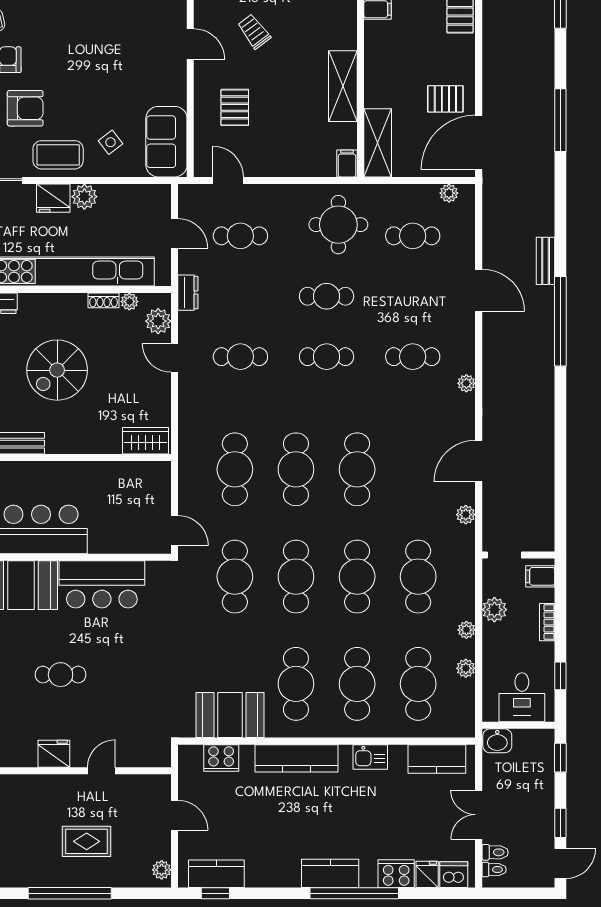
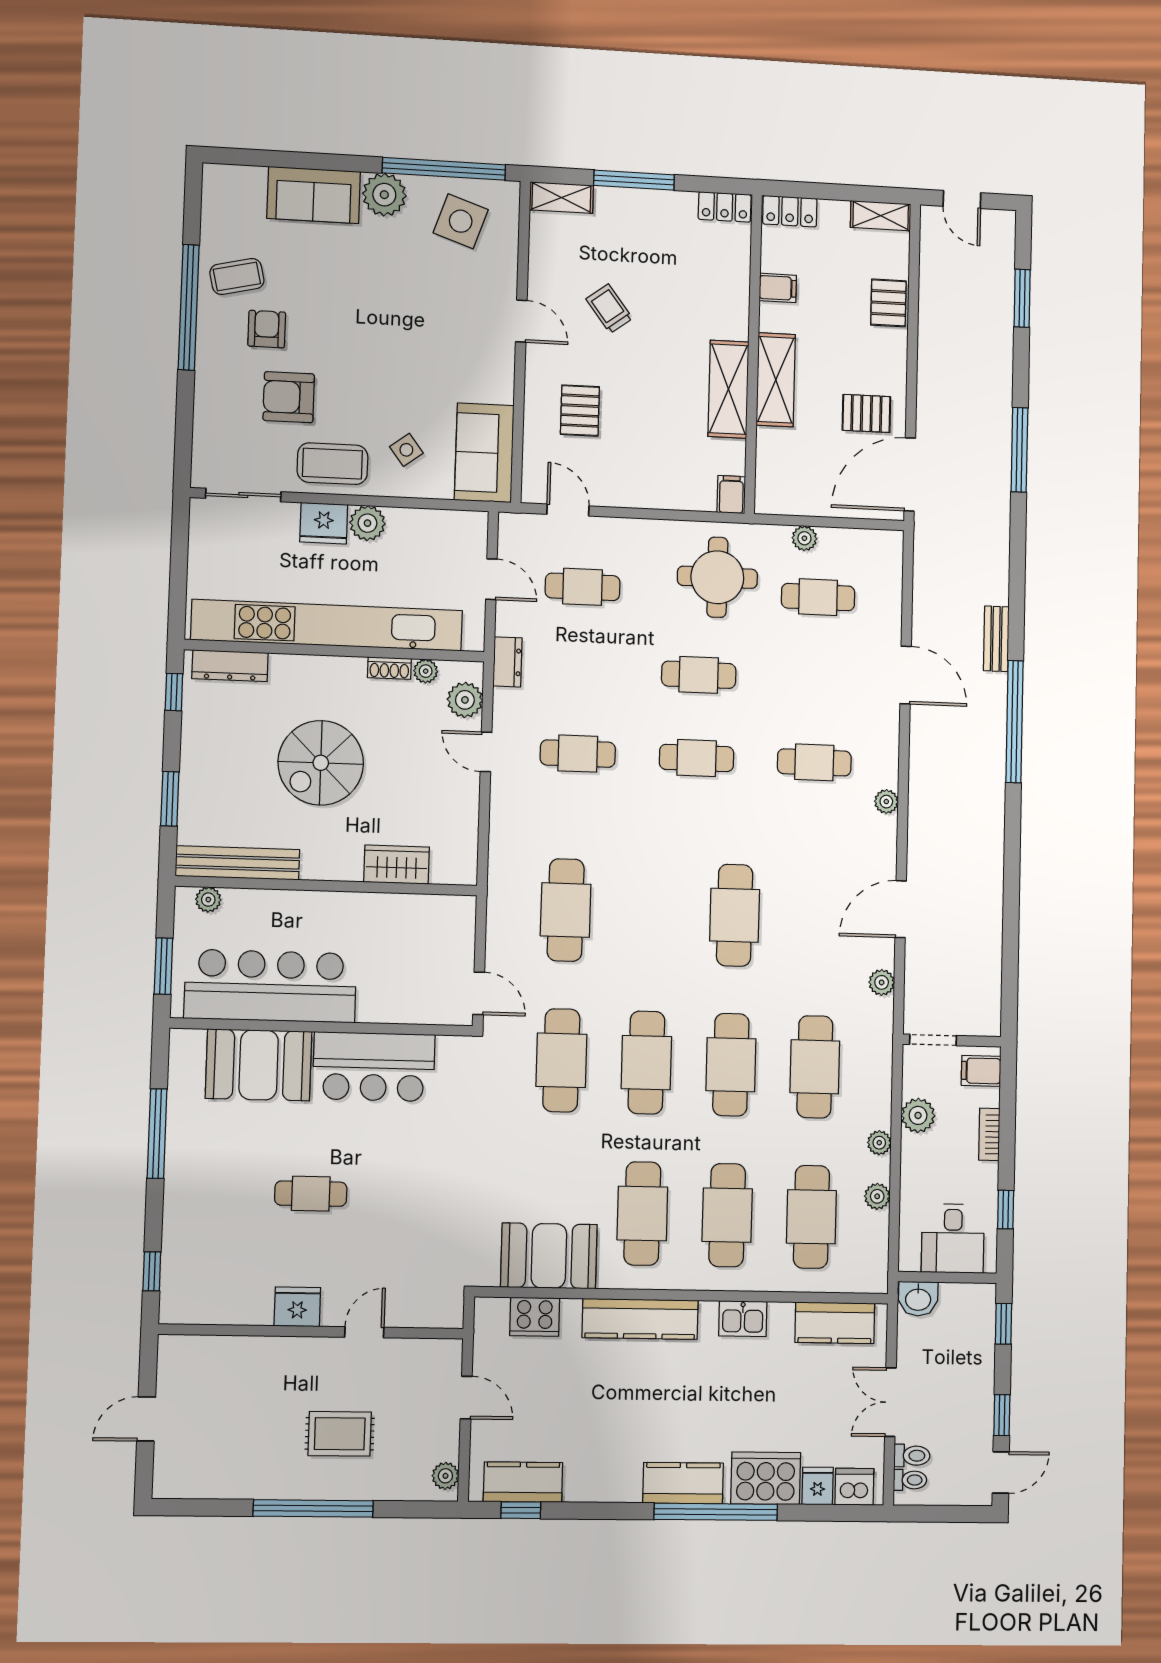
armchair: (25, 108) -> (289, 397), turned 180
shelving: (378, 143) -> (776, 380), moved
plant: (449, 193) -> (804, 538), moved
wardrobe: (145, 441) -> (397, 865), moved
cafe table: (296, 469) -> (650, 913), removed
cooker: (396, 874) -> (766, 1478), width x1.37, depth x1.31

